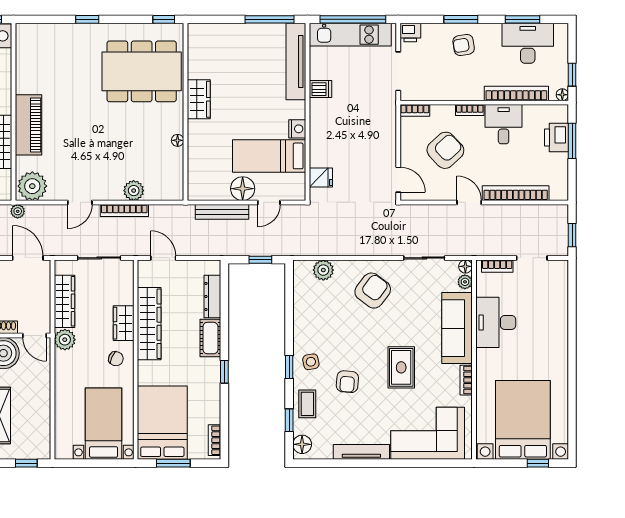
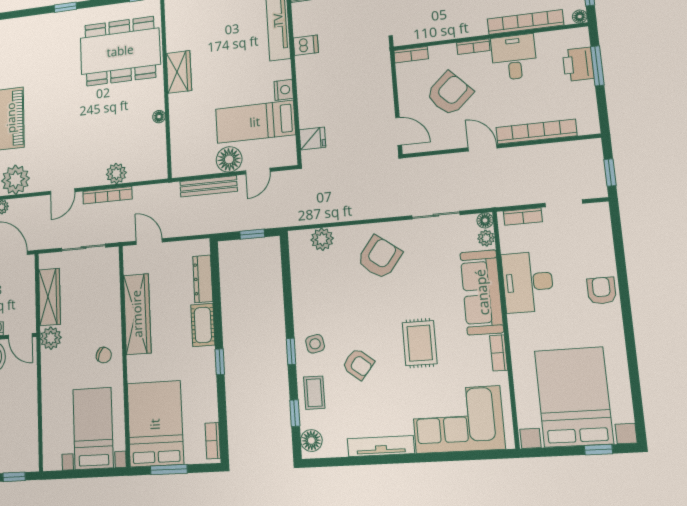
wardrobe: (124, 323) -> (111, 316), removed
armchair: (554, 334) -> (602, 291), added
armchair: (347, 382) -> (358, 364), turned -56

